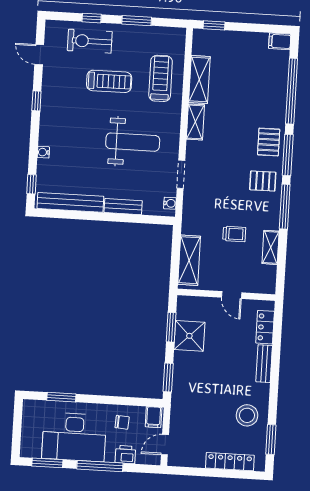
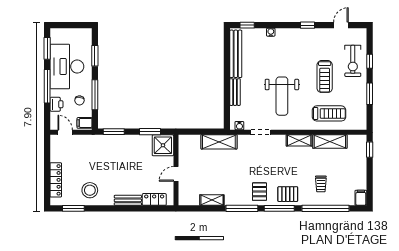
exercise bike: (90, 41) -> (353, 61), turned 180
trolley: (234, 234) -> (321, 184), moved
shelving: (189, 260) -> (219, 142), moved
shower: (189, 336) -> (163, 145), moved
window: (115, 400) -> (95, 95), added

